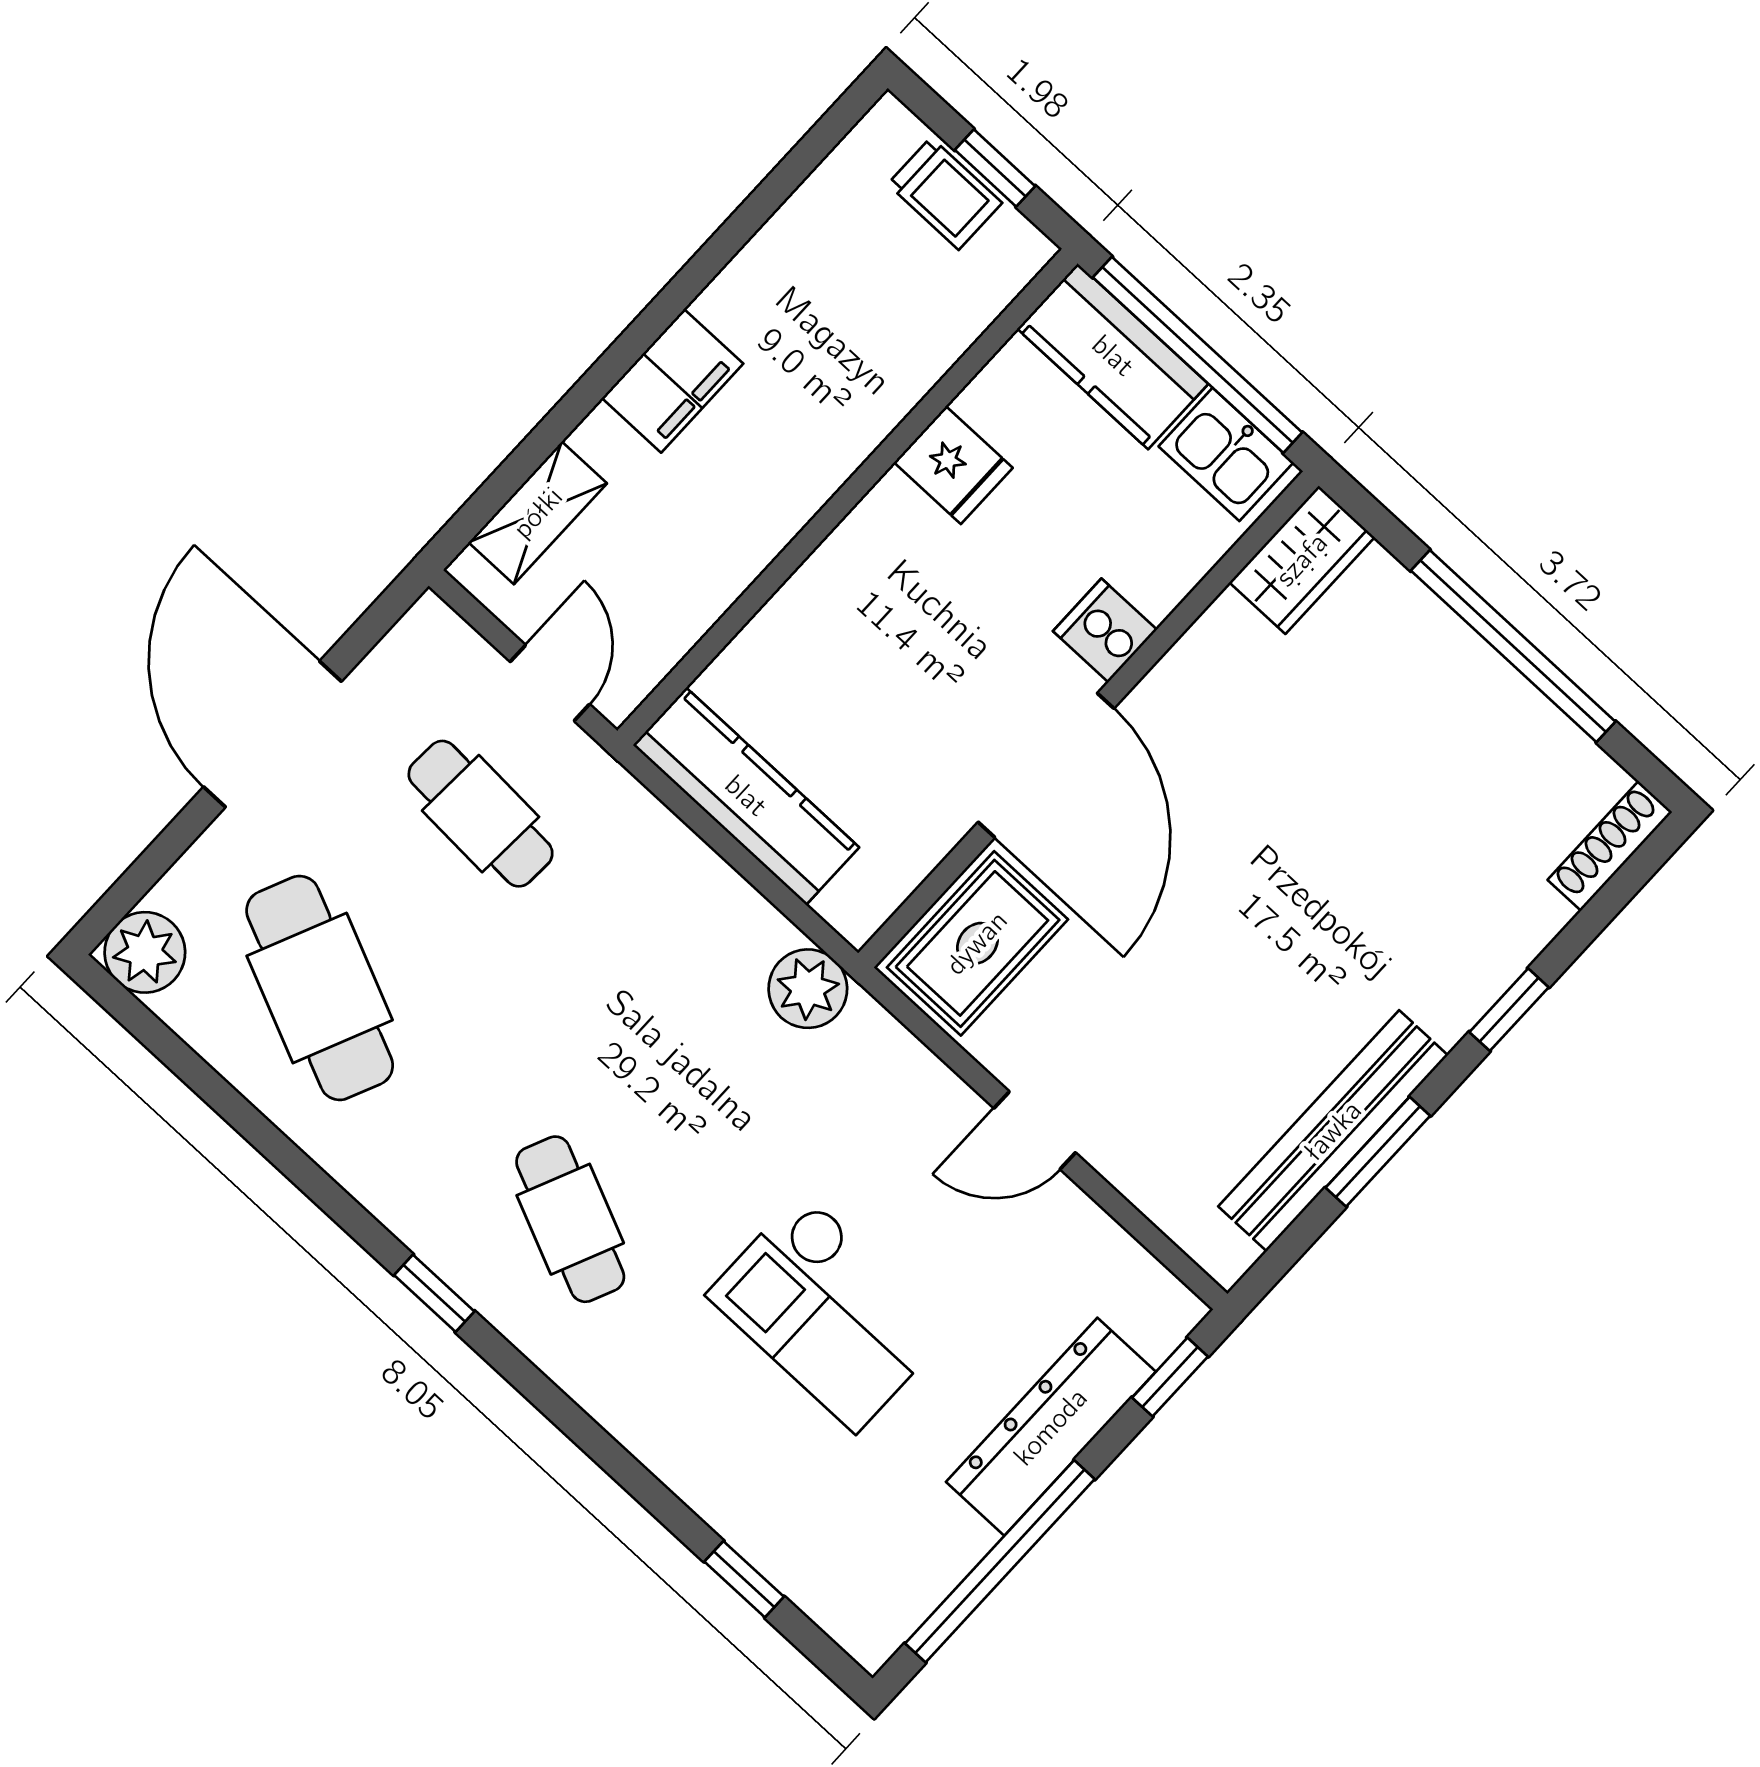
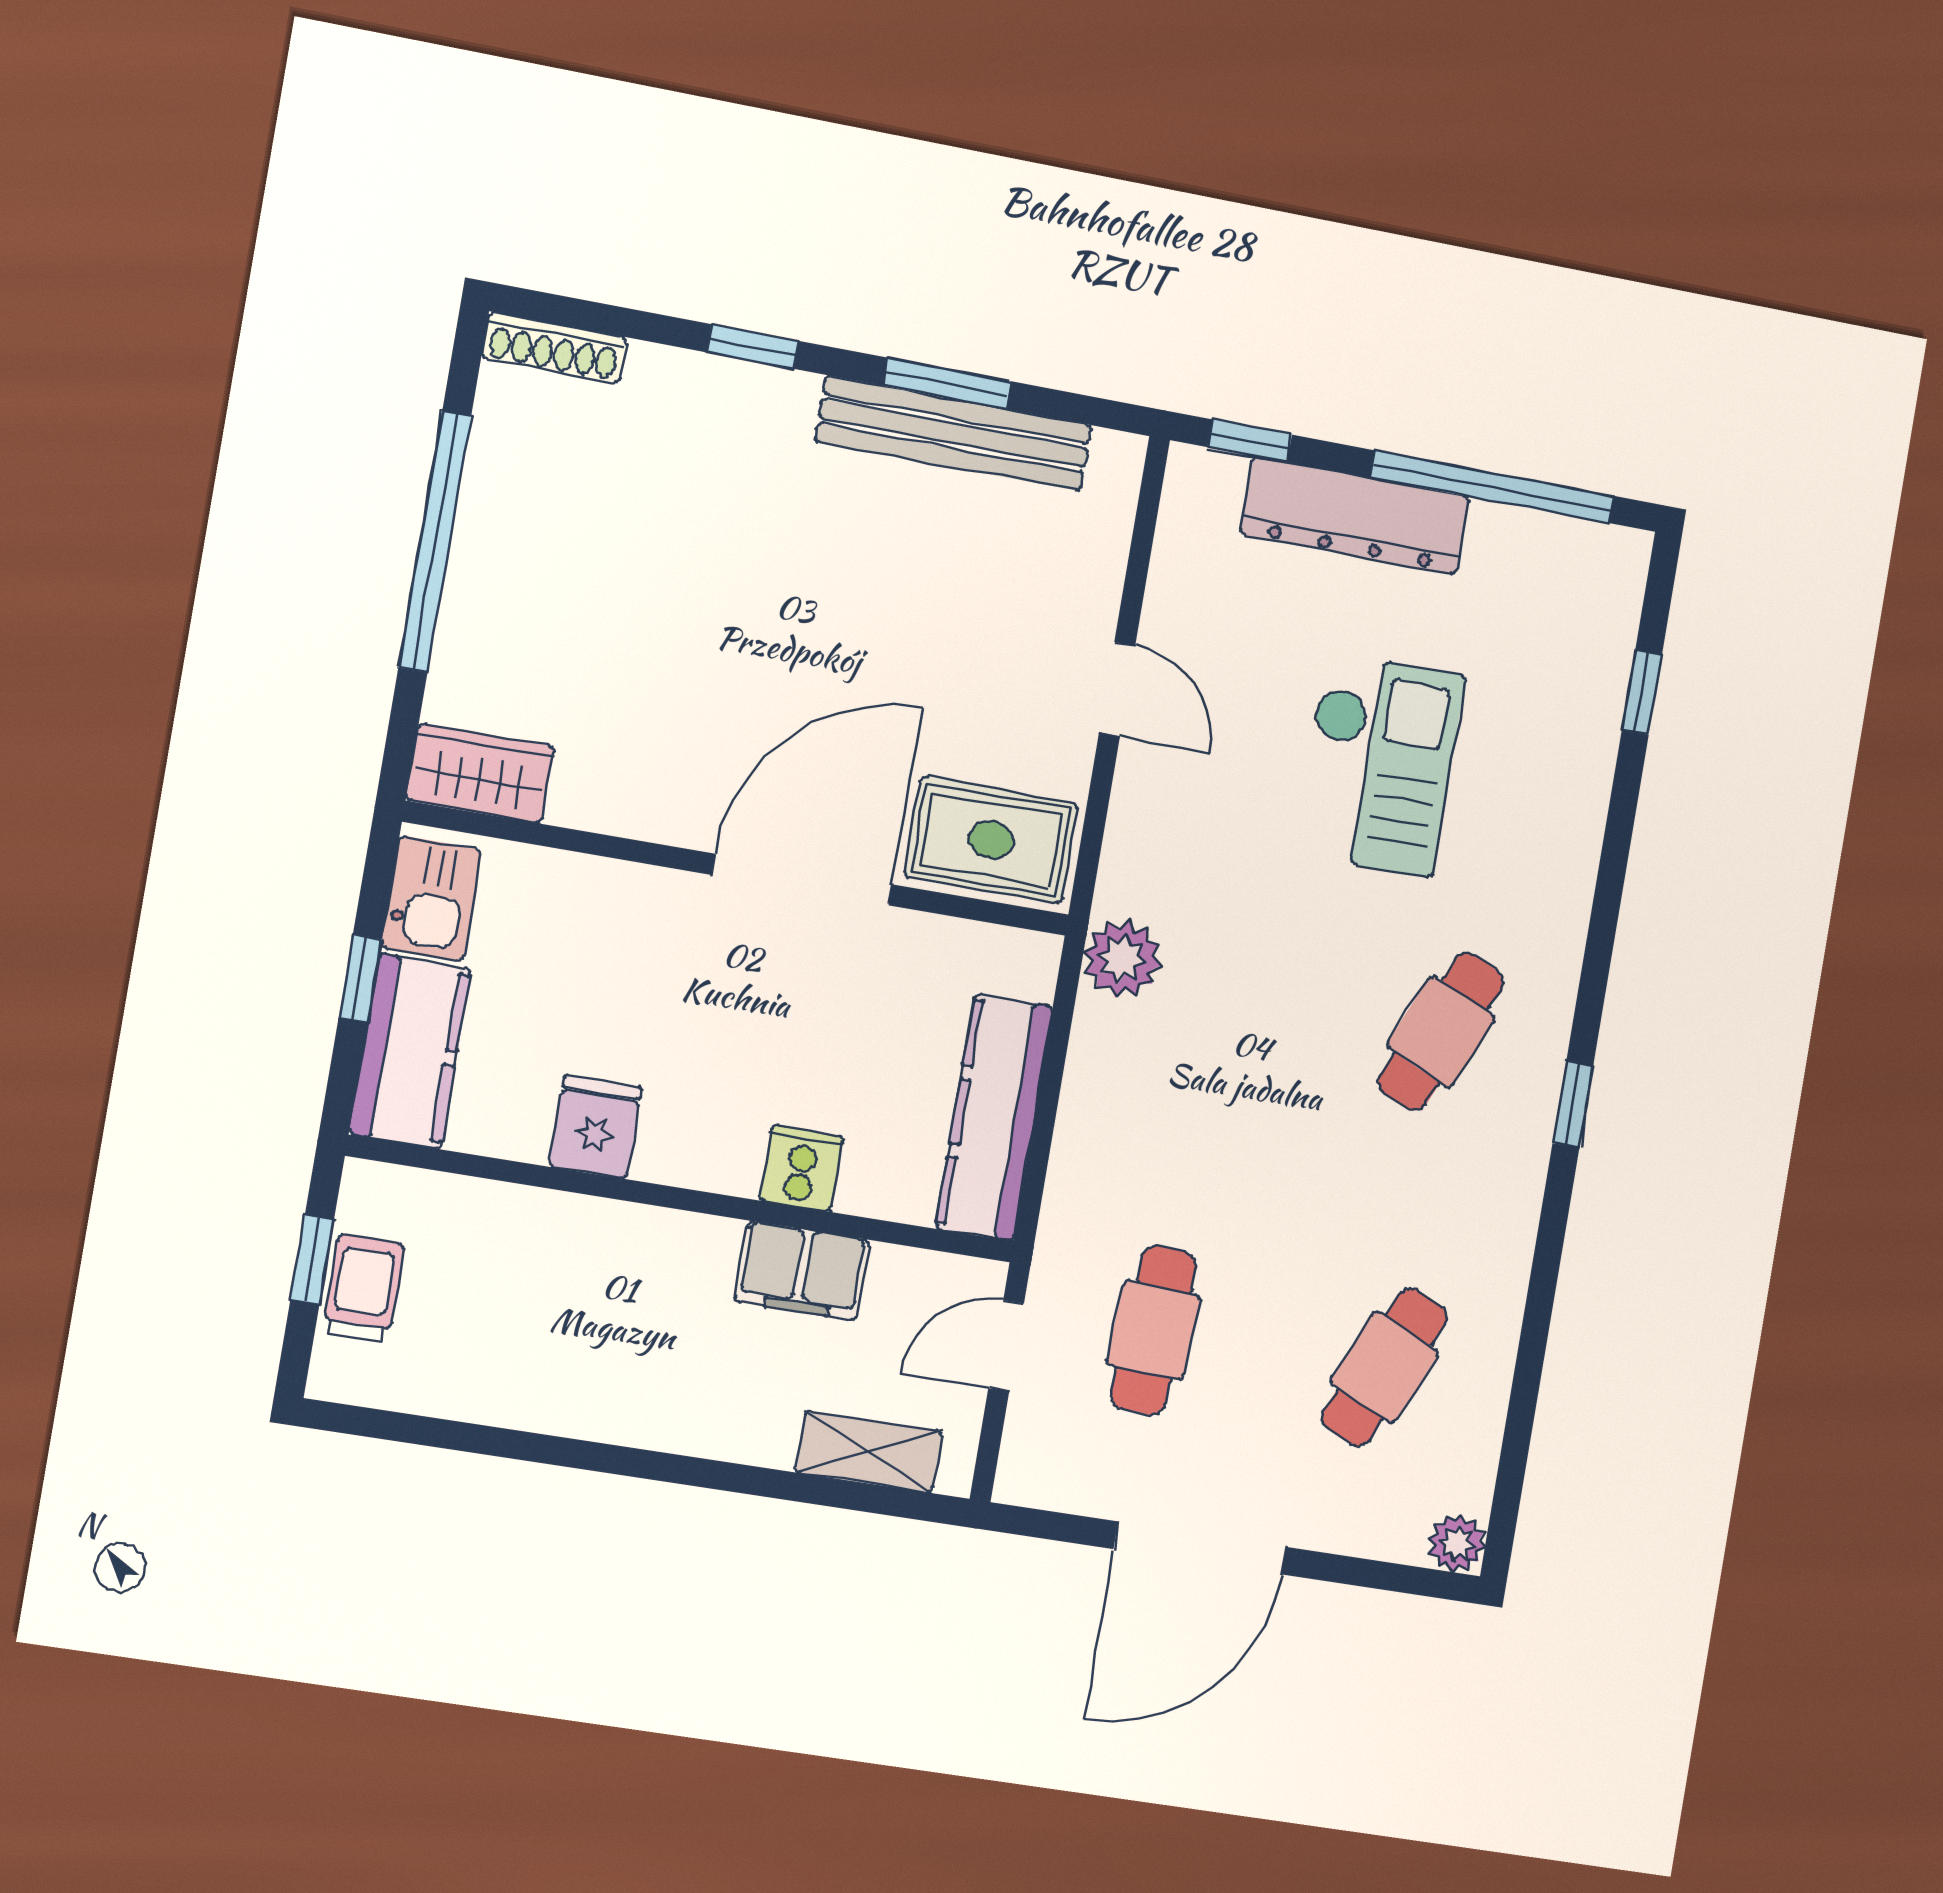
window: (1198, 355) -> (360, 979), width x0.32
filing cabinet: (673, 381) -> (802, 1271), moved, turned 180
cooker: (1105, 630) -> (801, 1168), moved, turned 180
plant: (145, 952) -> (1457, 1543), width x0.73, depth x0.73
cafe table: (320, 988) -> (1384, 1367), width x0.73, depth x0.74

